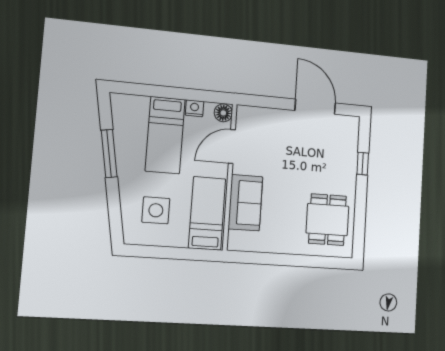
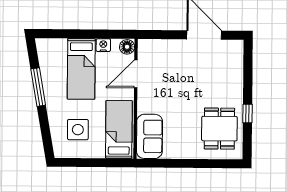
window: (363, 164) -> (247, 114), moved
sofa: (245, 203) -> (150, 136), moved

